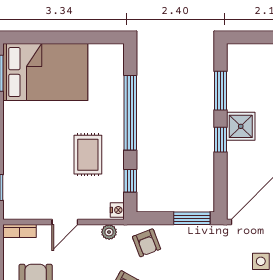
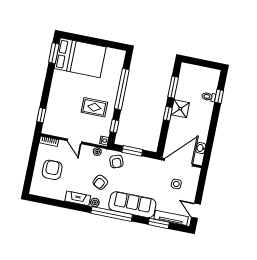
rug: (88, 155) -> (94, 107), turned 90
window: (192, 218) -> (132, 151), moved
door: (65, 222) -> (74, 141), hinge flipped

